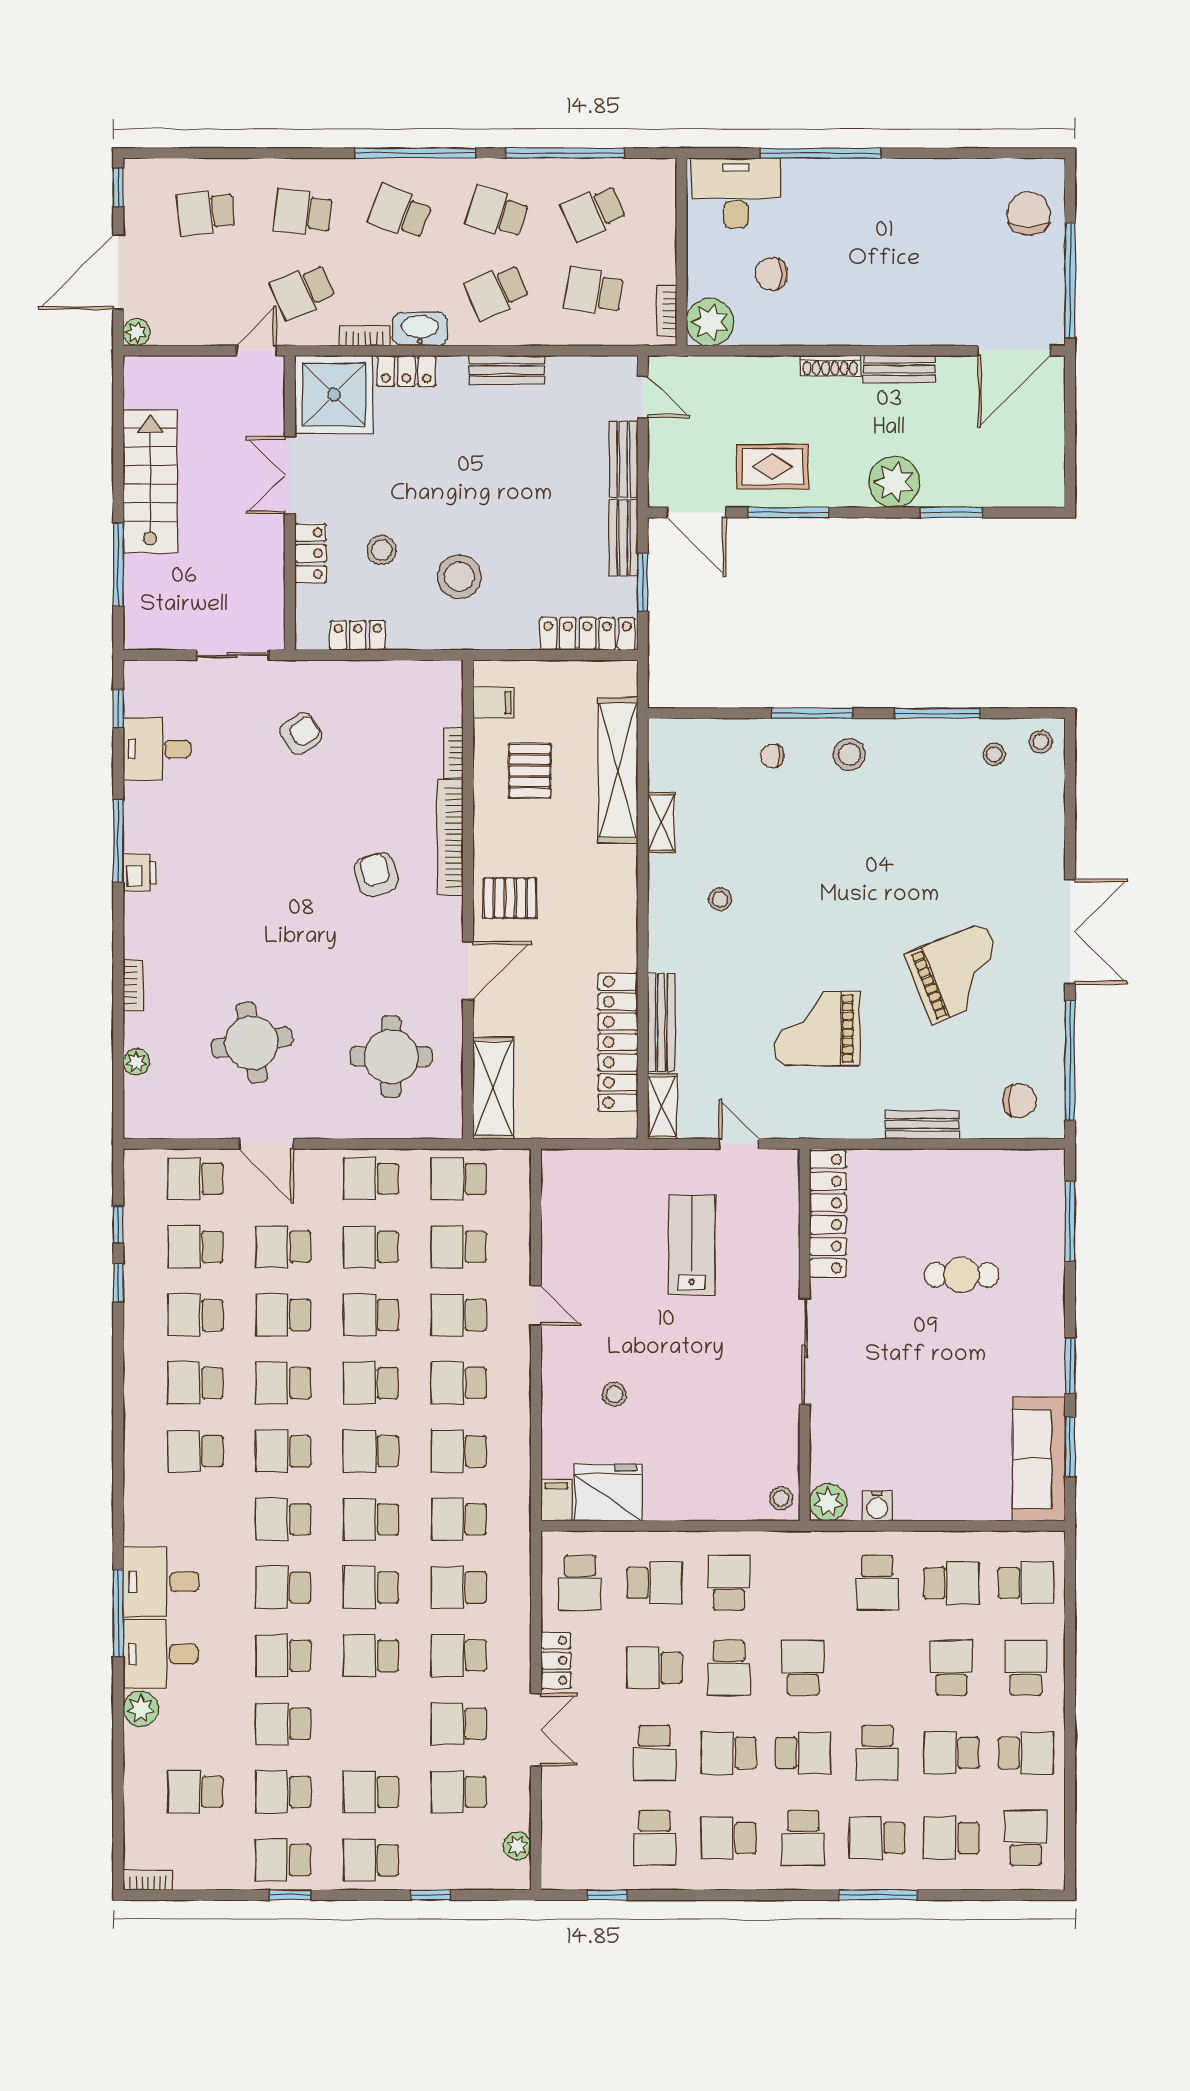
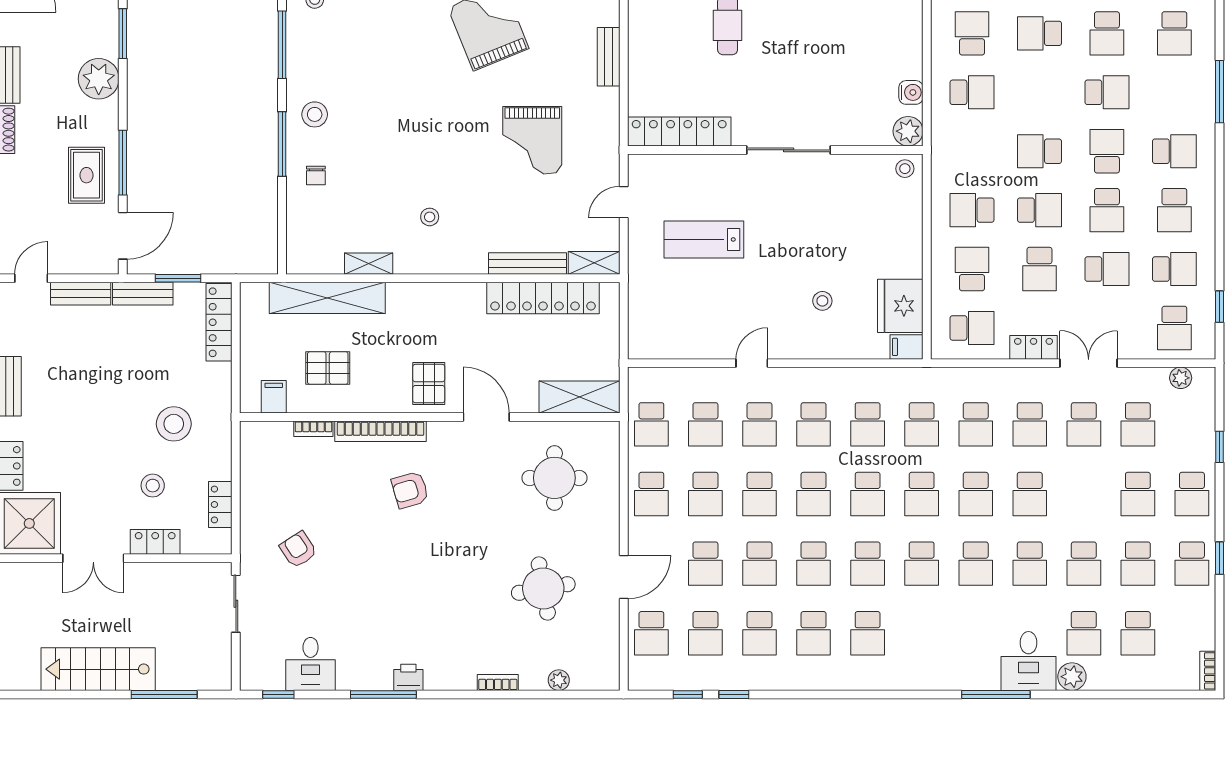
desk: (161, 1582) -> (971, 661), removed
school desk: (195, 1724) -> (1084, 633), added
school desk: (877, 1838) -> (1174, 328), moved

